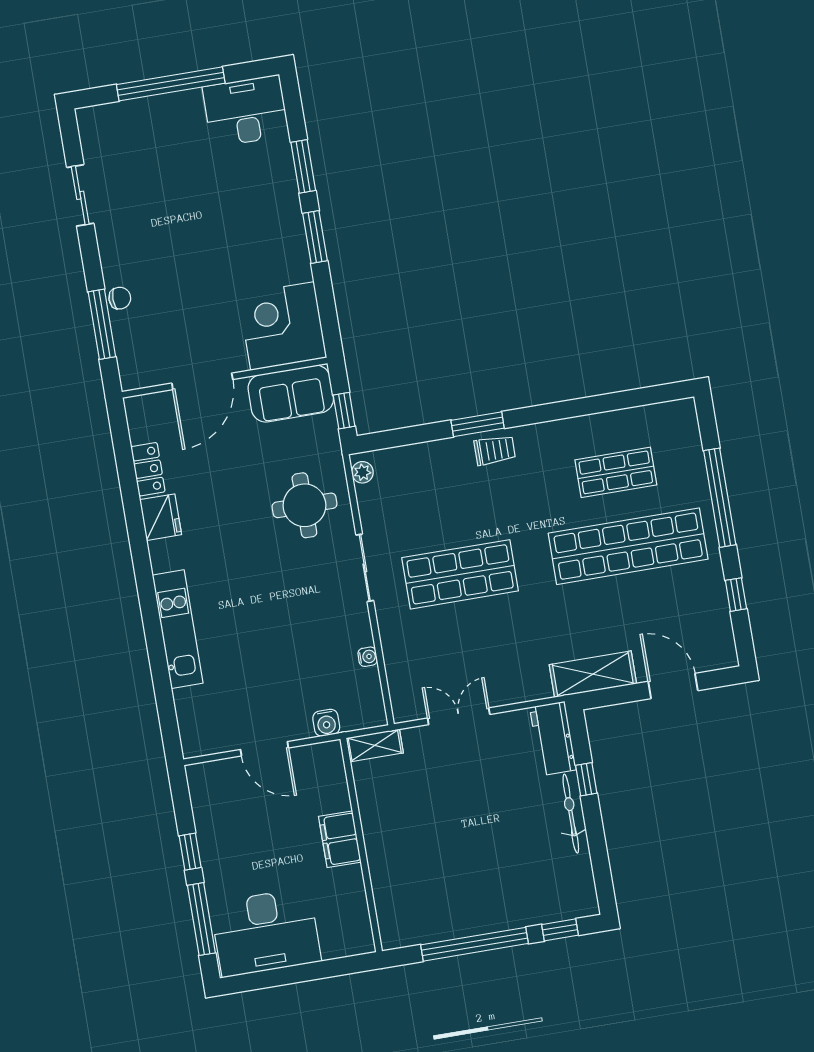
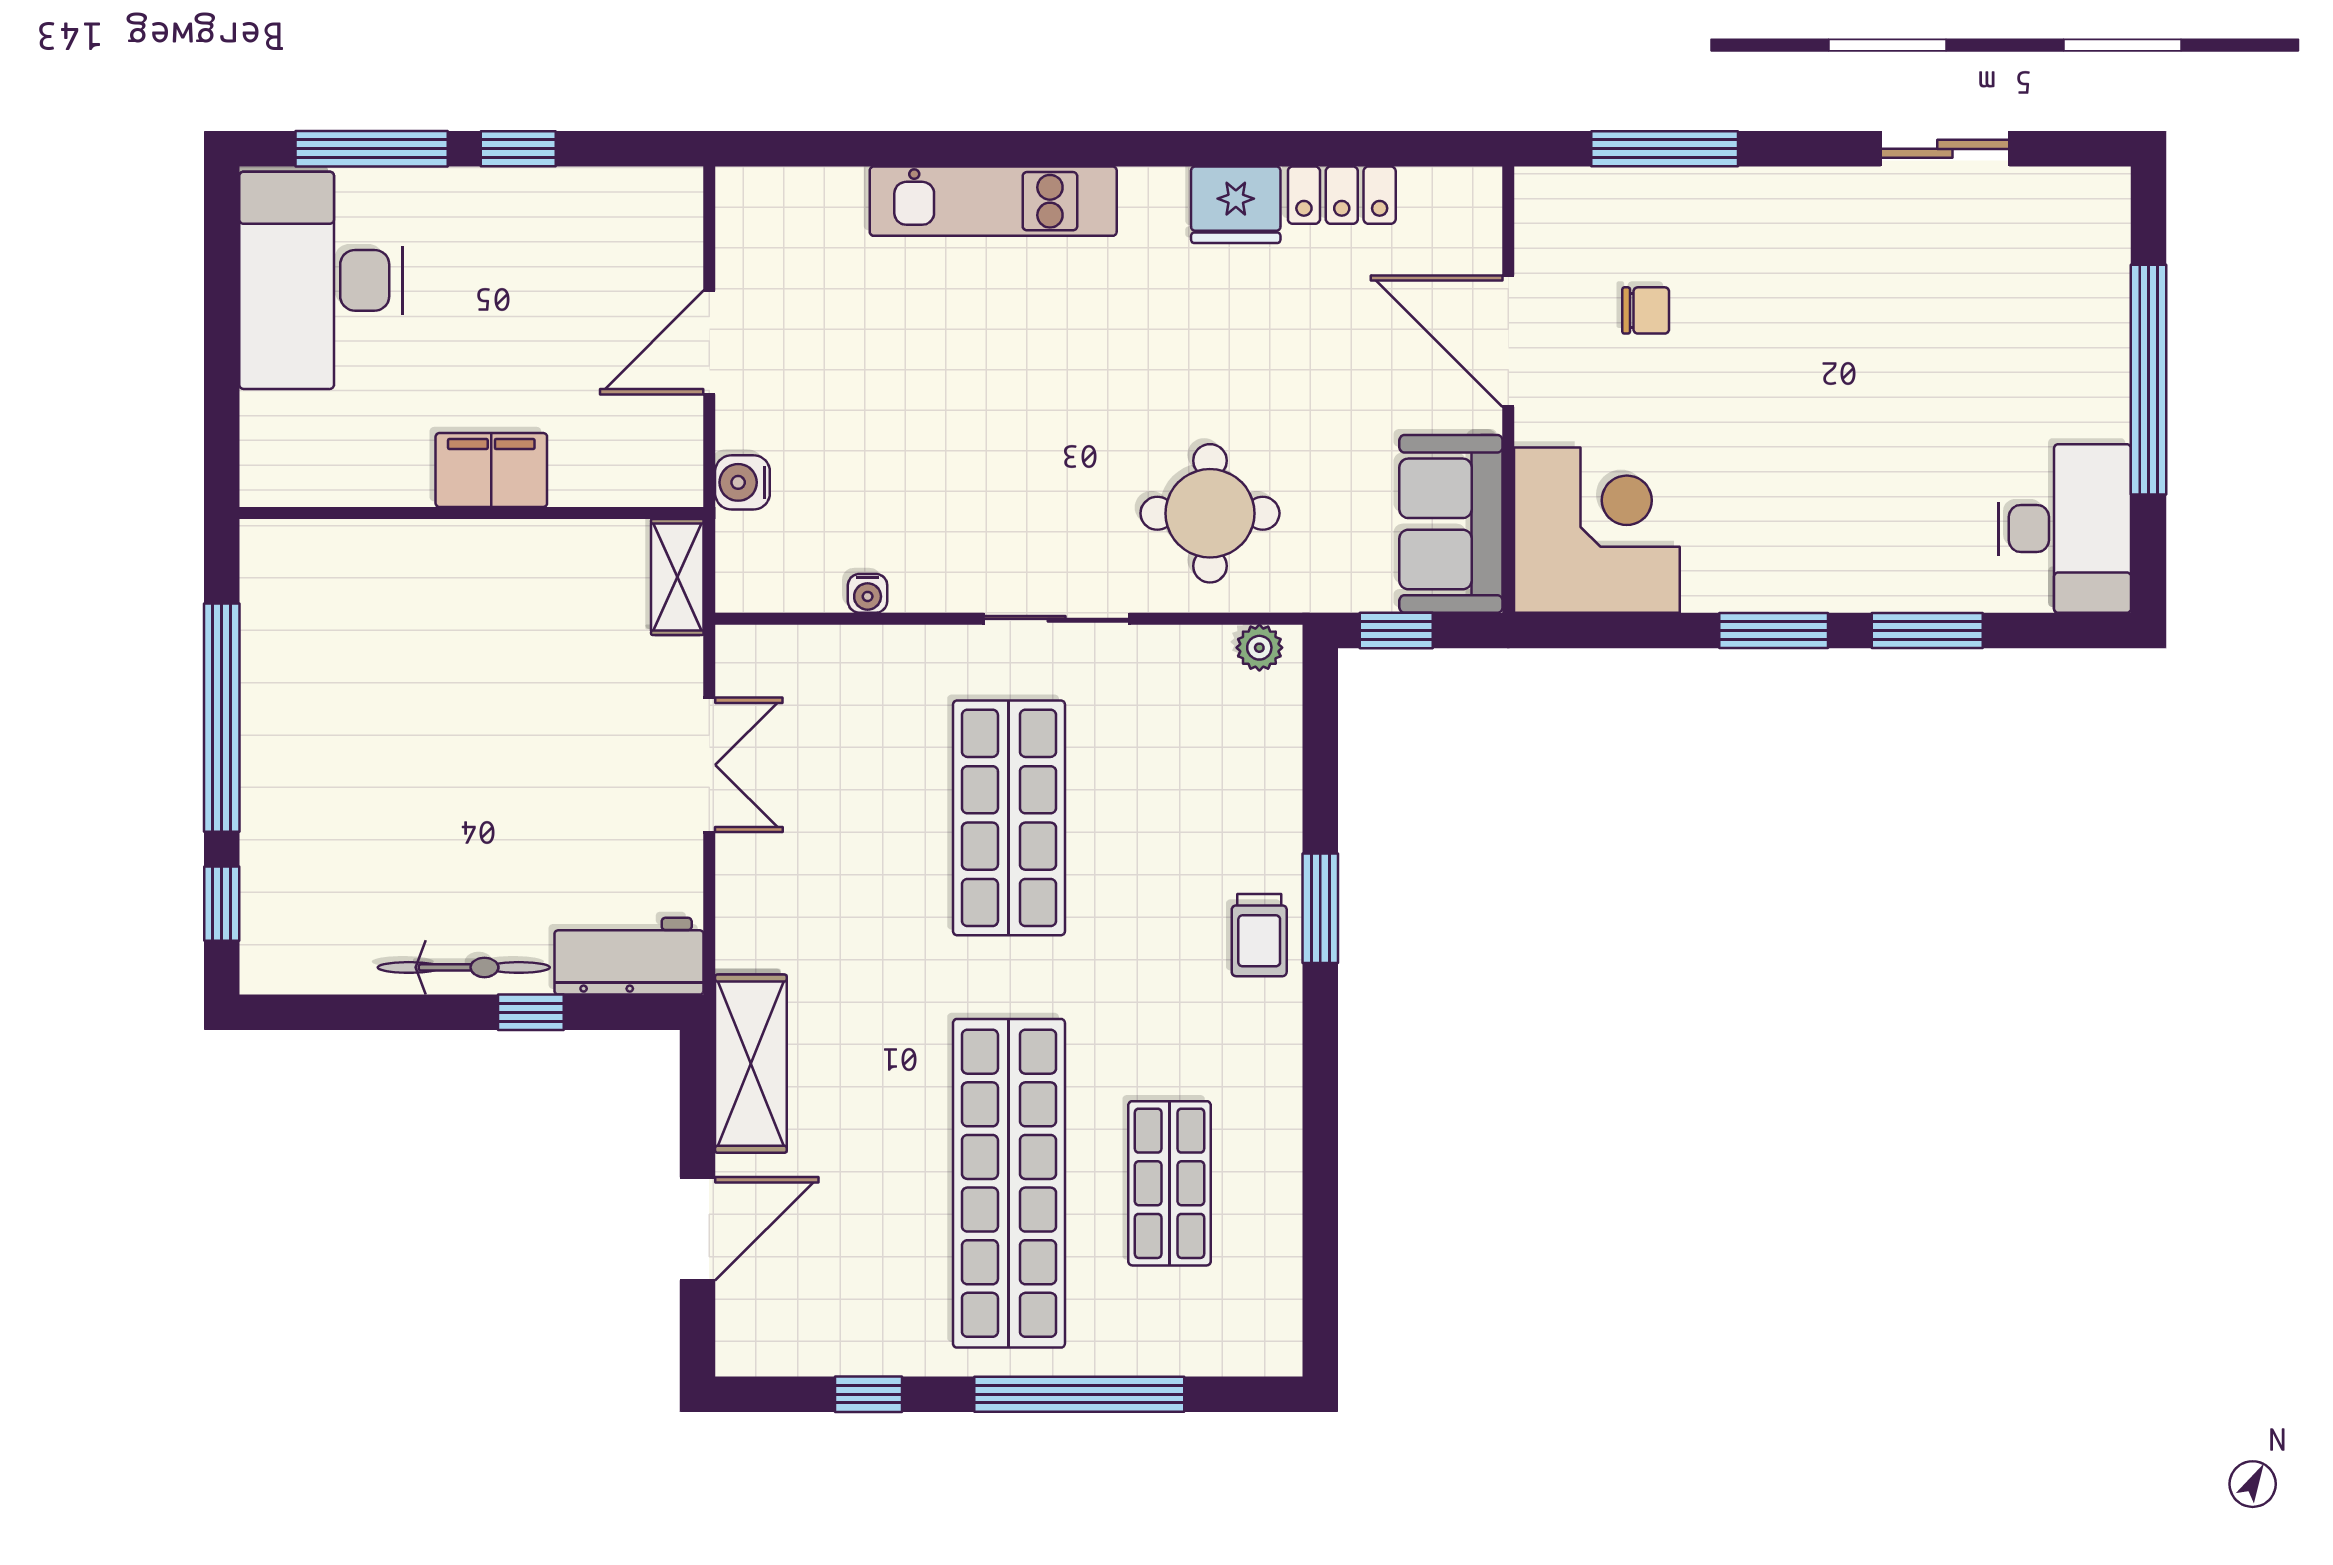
chair: (120, 298) -> (1646, 310), moved, turned -90

